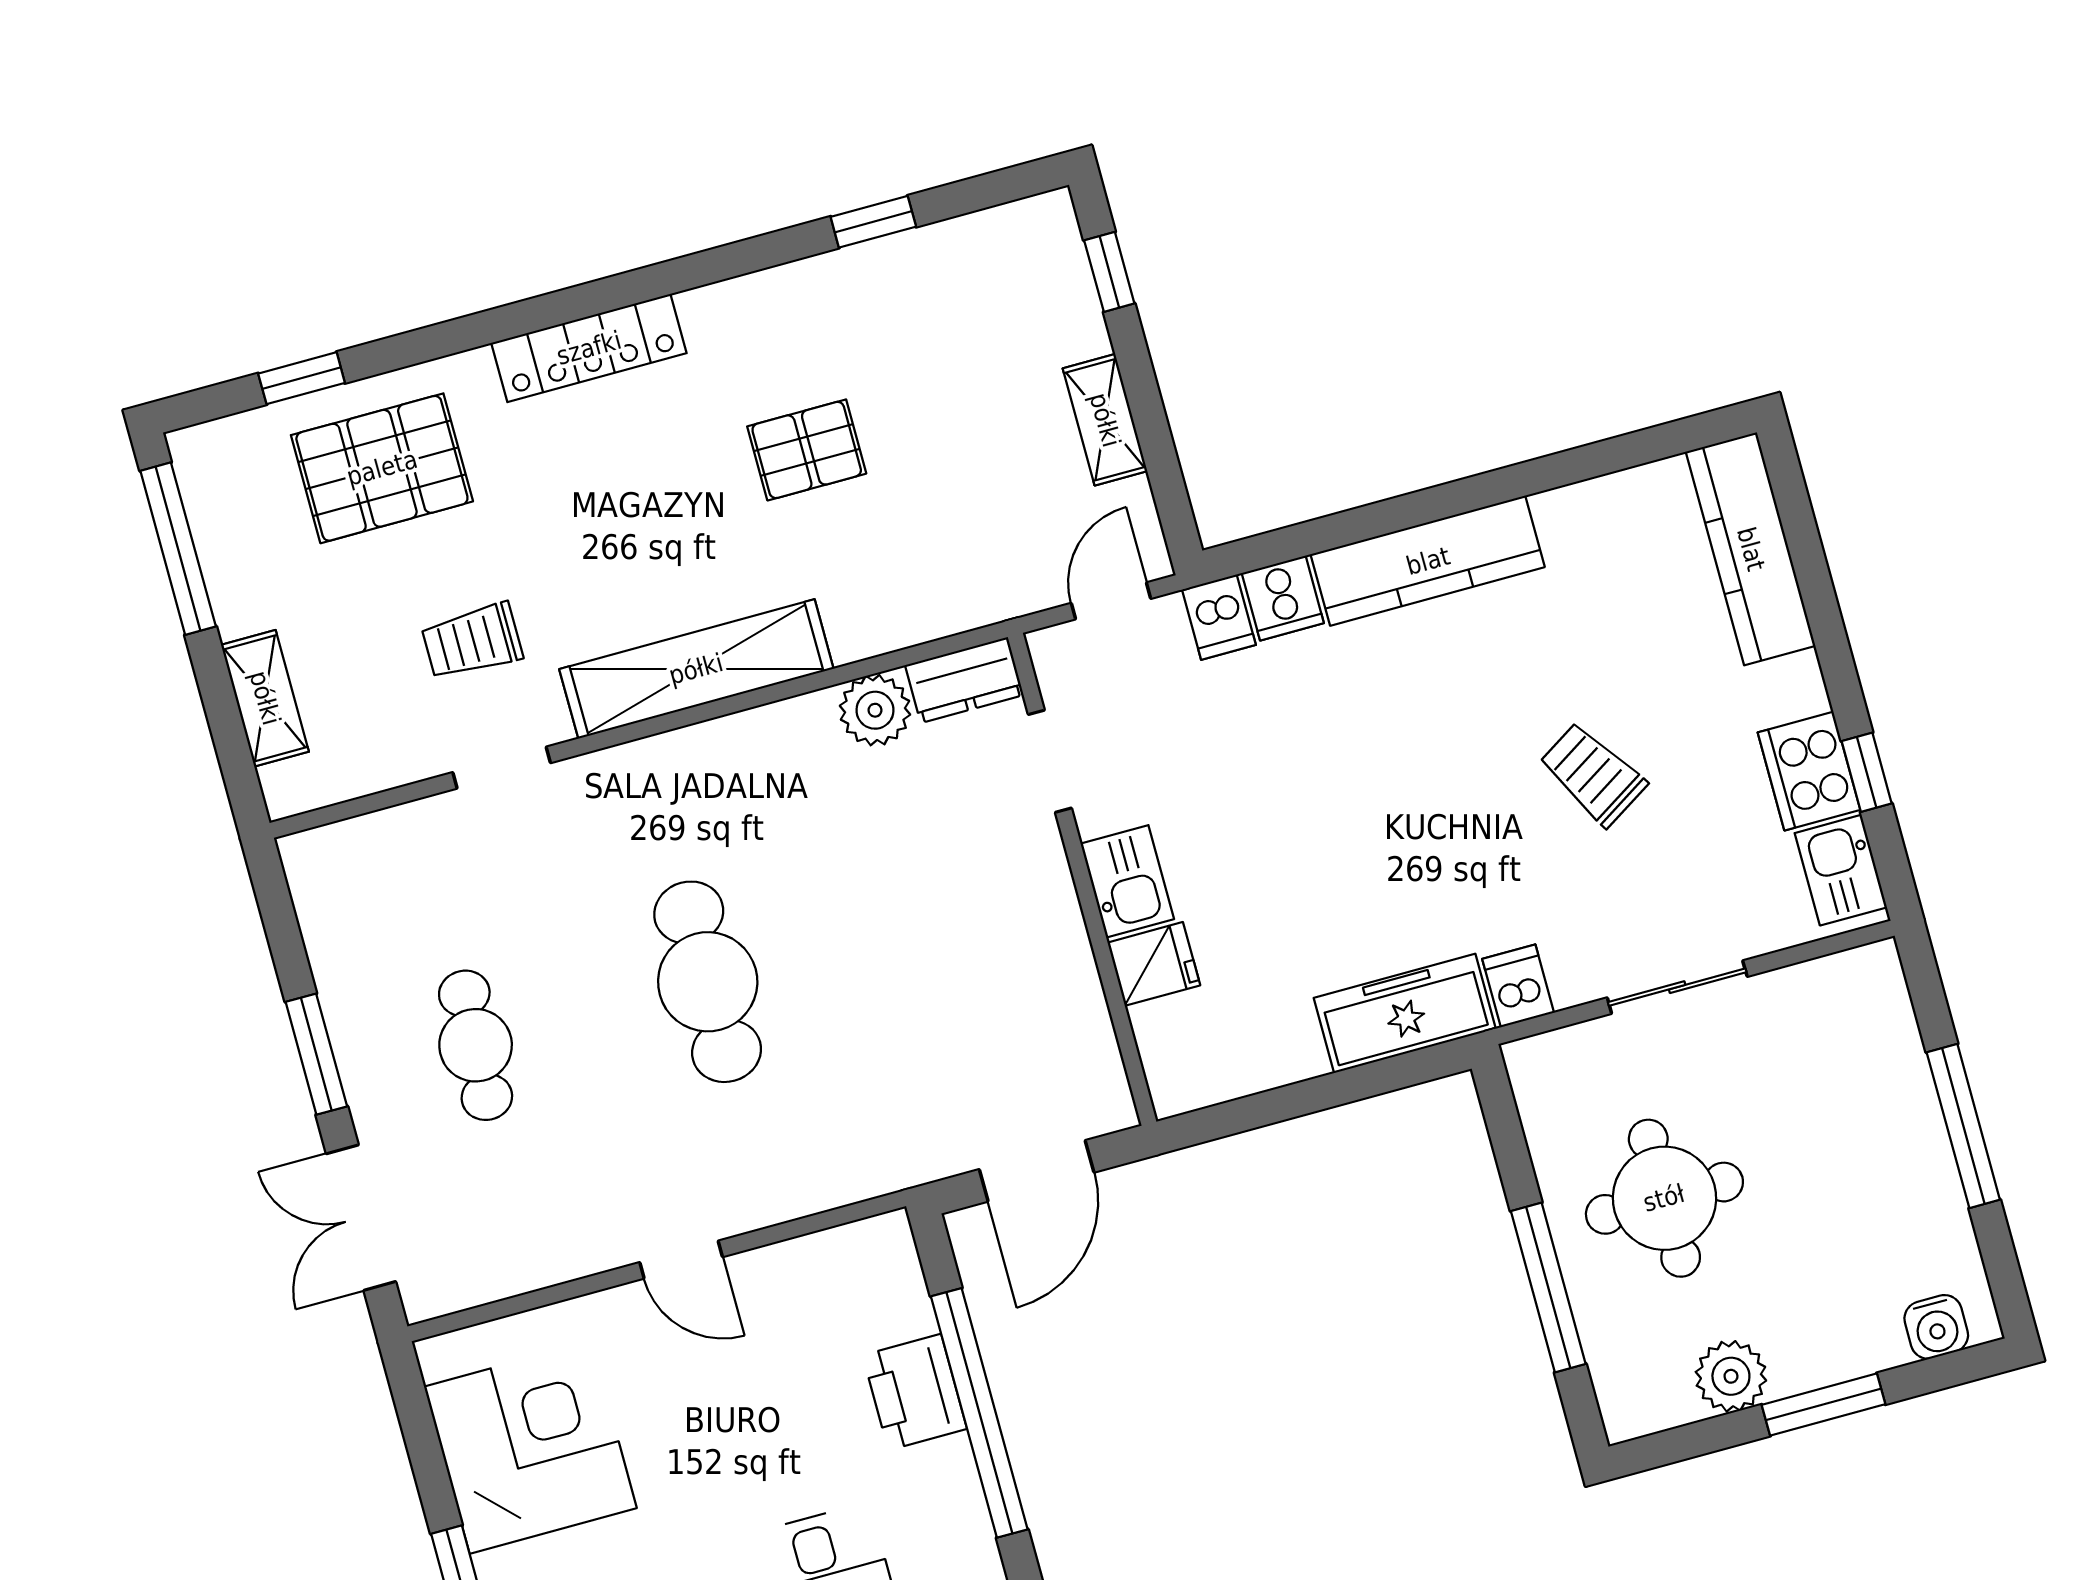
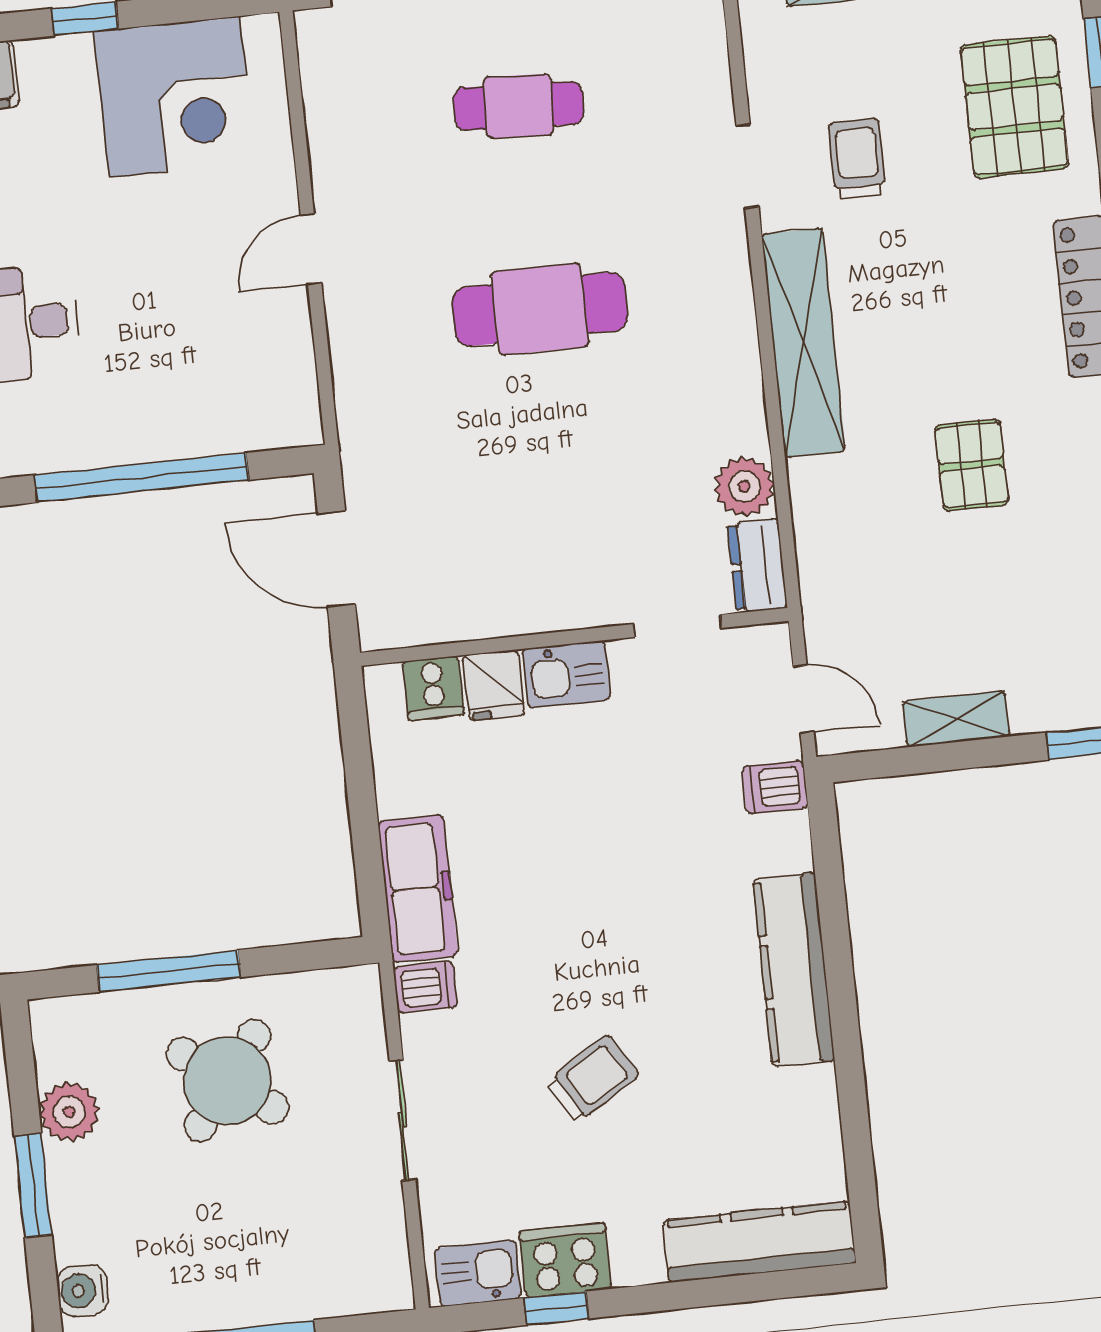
cooker: (1283, 598) -> (433, 688), moved, turned -90
round table: (1664, 1198) -> (228, 1081), turned 37
printer: (915, 1392) -> (168, 426), removed

